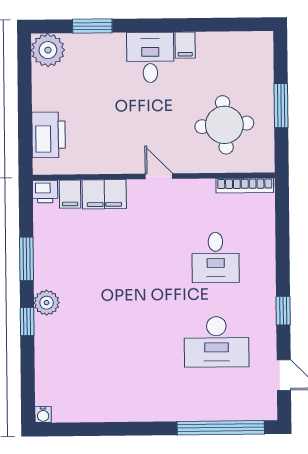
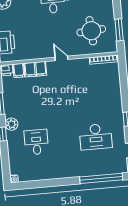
window: (281, 106) -> (119, 30), moved
desk: (216, 257) -> (36, 142), moved, turned 180

